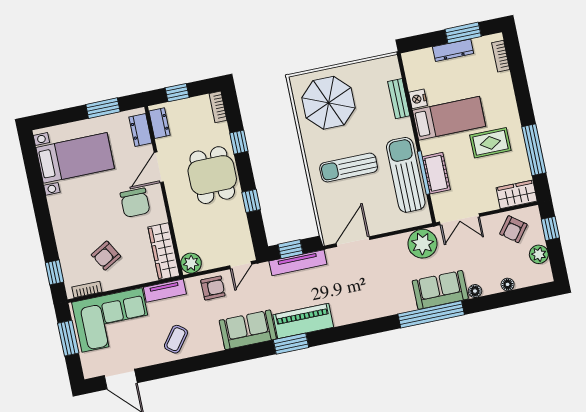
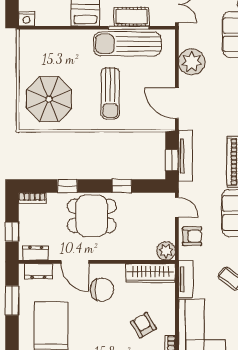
bench: (399, 99) -> (58, 36), removed
nightstand: (418, 99) -> (26, 19), moved
plant: (422, 244) -> (192, 62), moved
armchair: (106, 256) -> (143, 325), turned 180
armchair: (213, 288) -> (192, 236), turned 90

